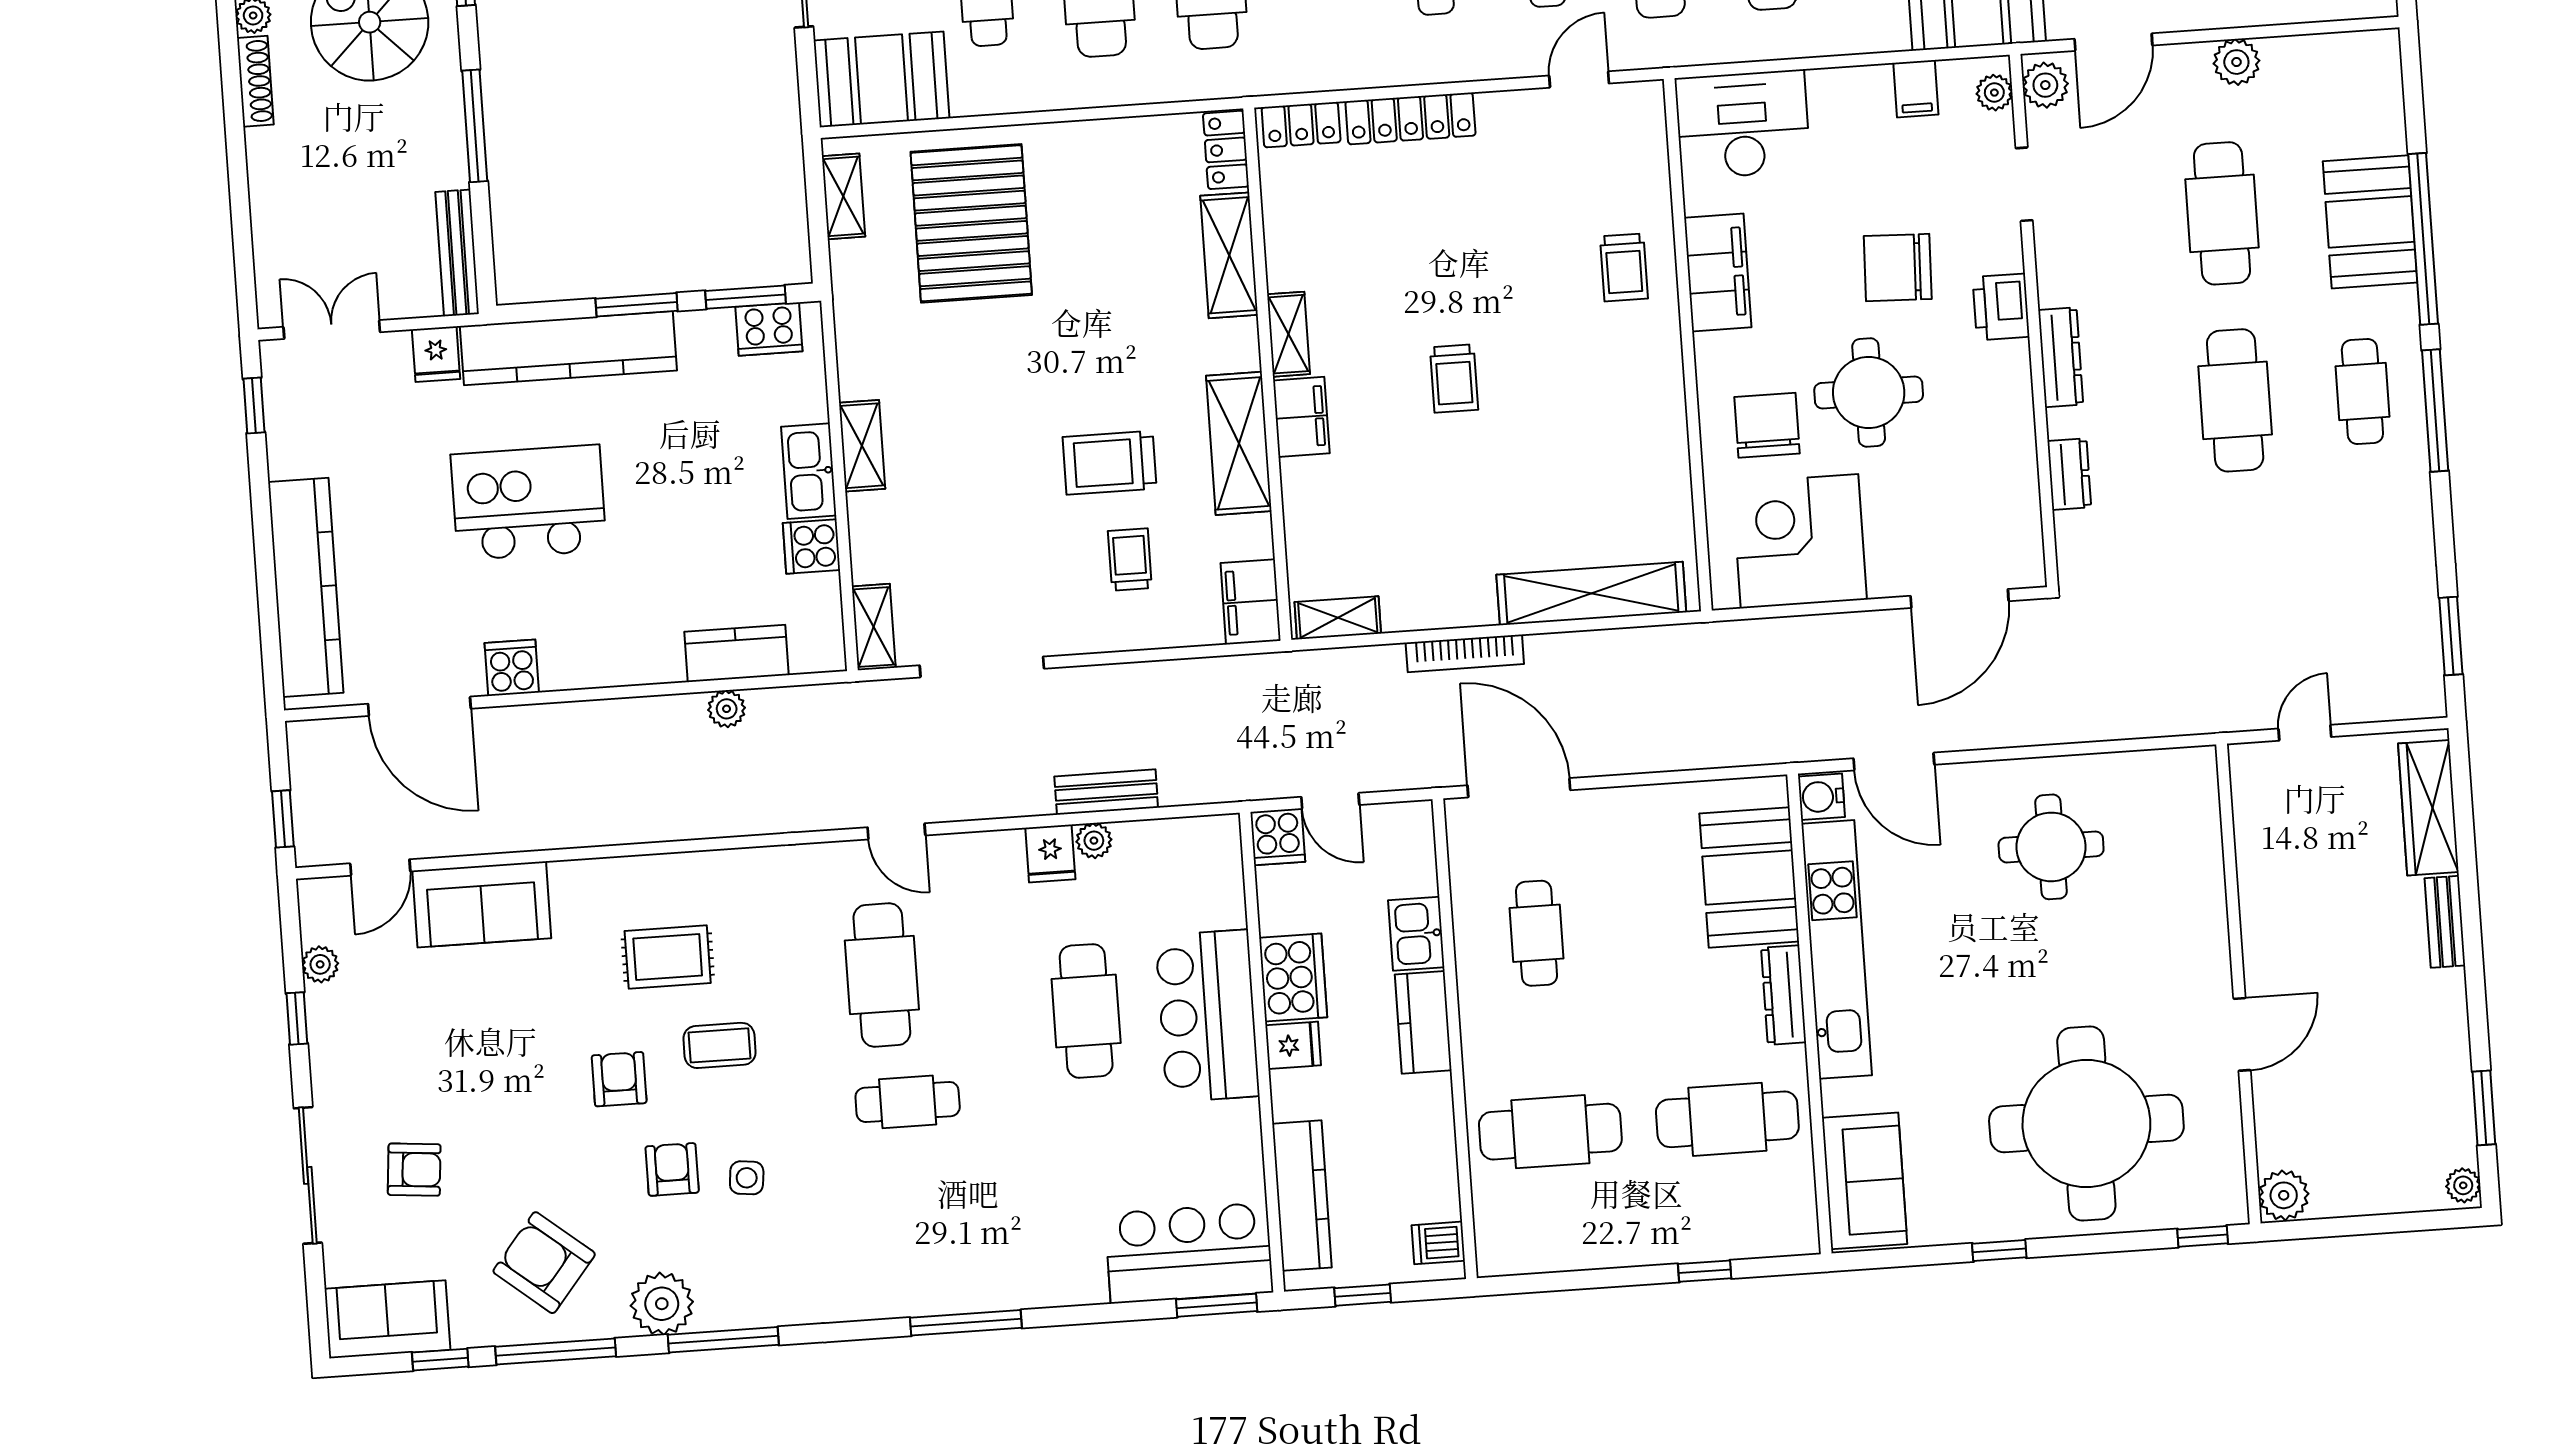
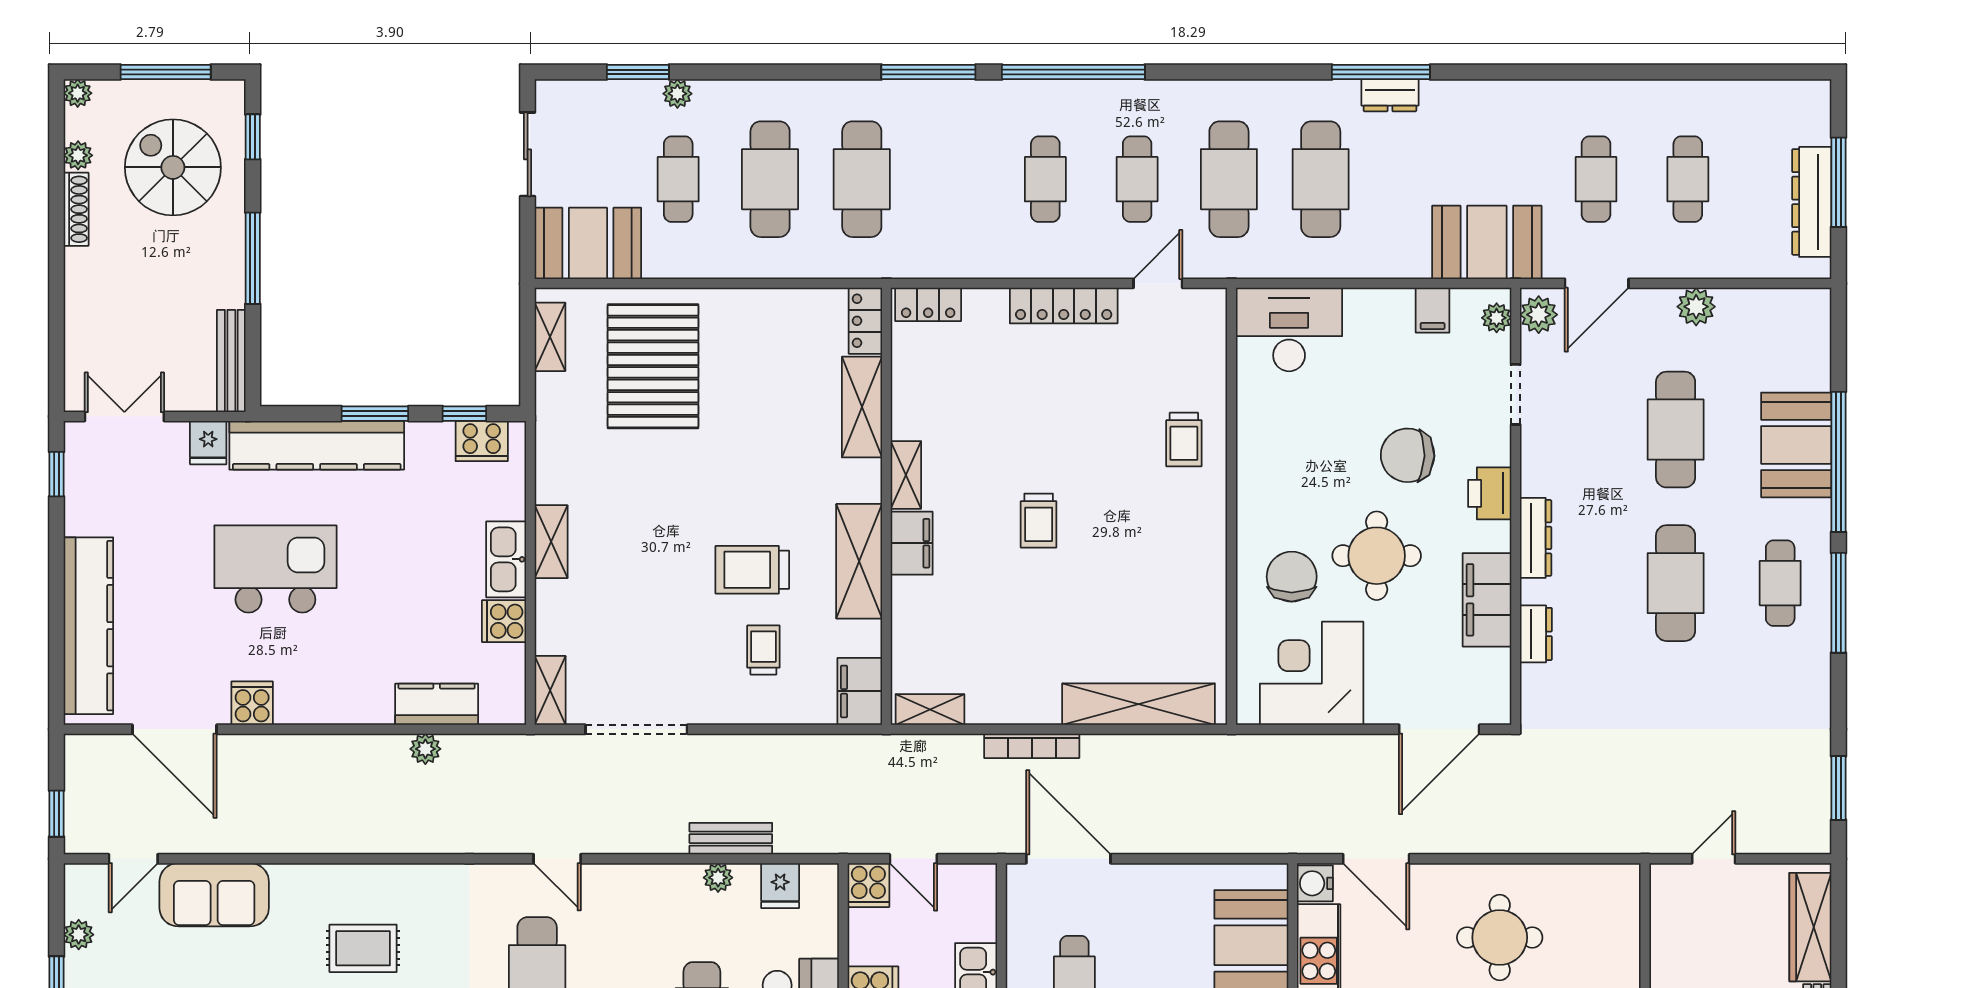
locker: (1410, 118) -> (1064, 306), moved
filing cabinet: (1718, 273) -> (1487, 600), moved, turned 180
window: (746, 297) -> (464, 414), width x0.67
fridge: (1050, 853) -> (780, 886), moved

